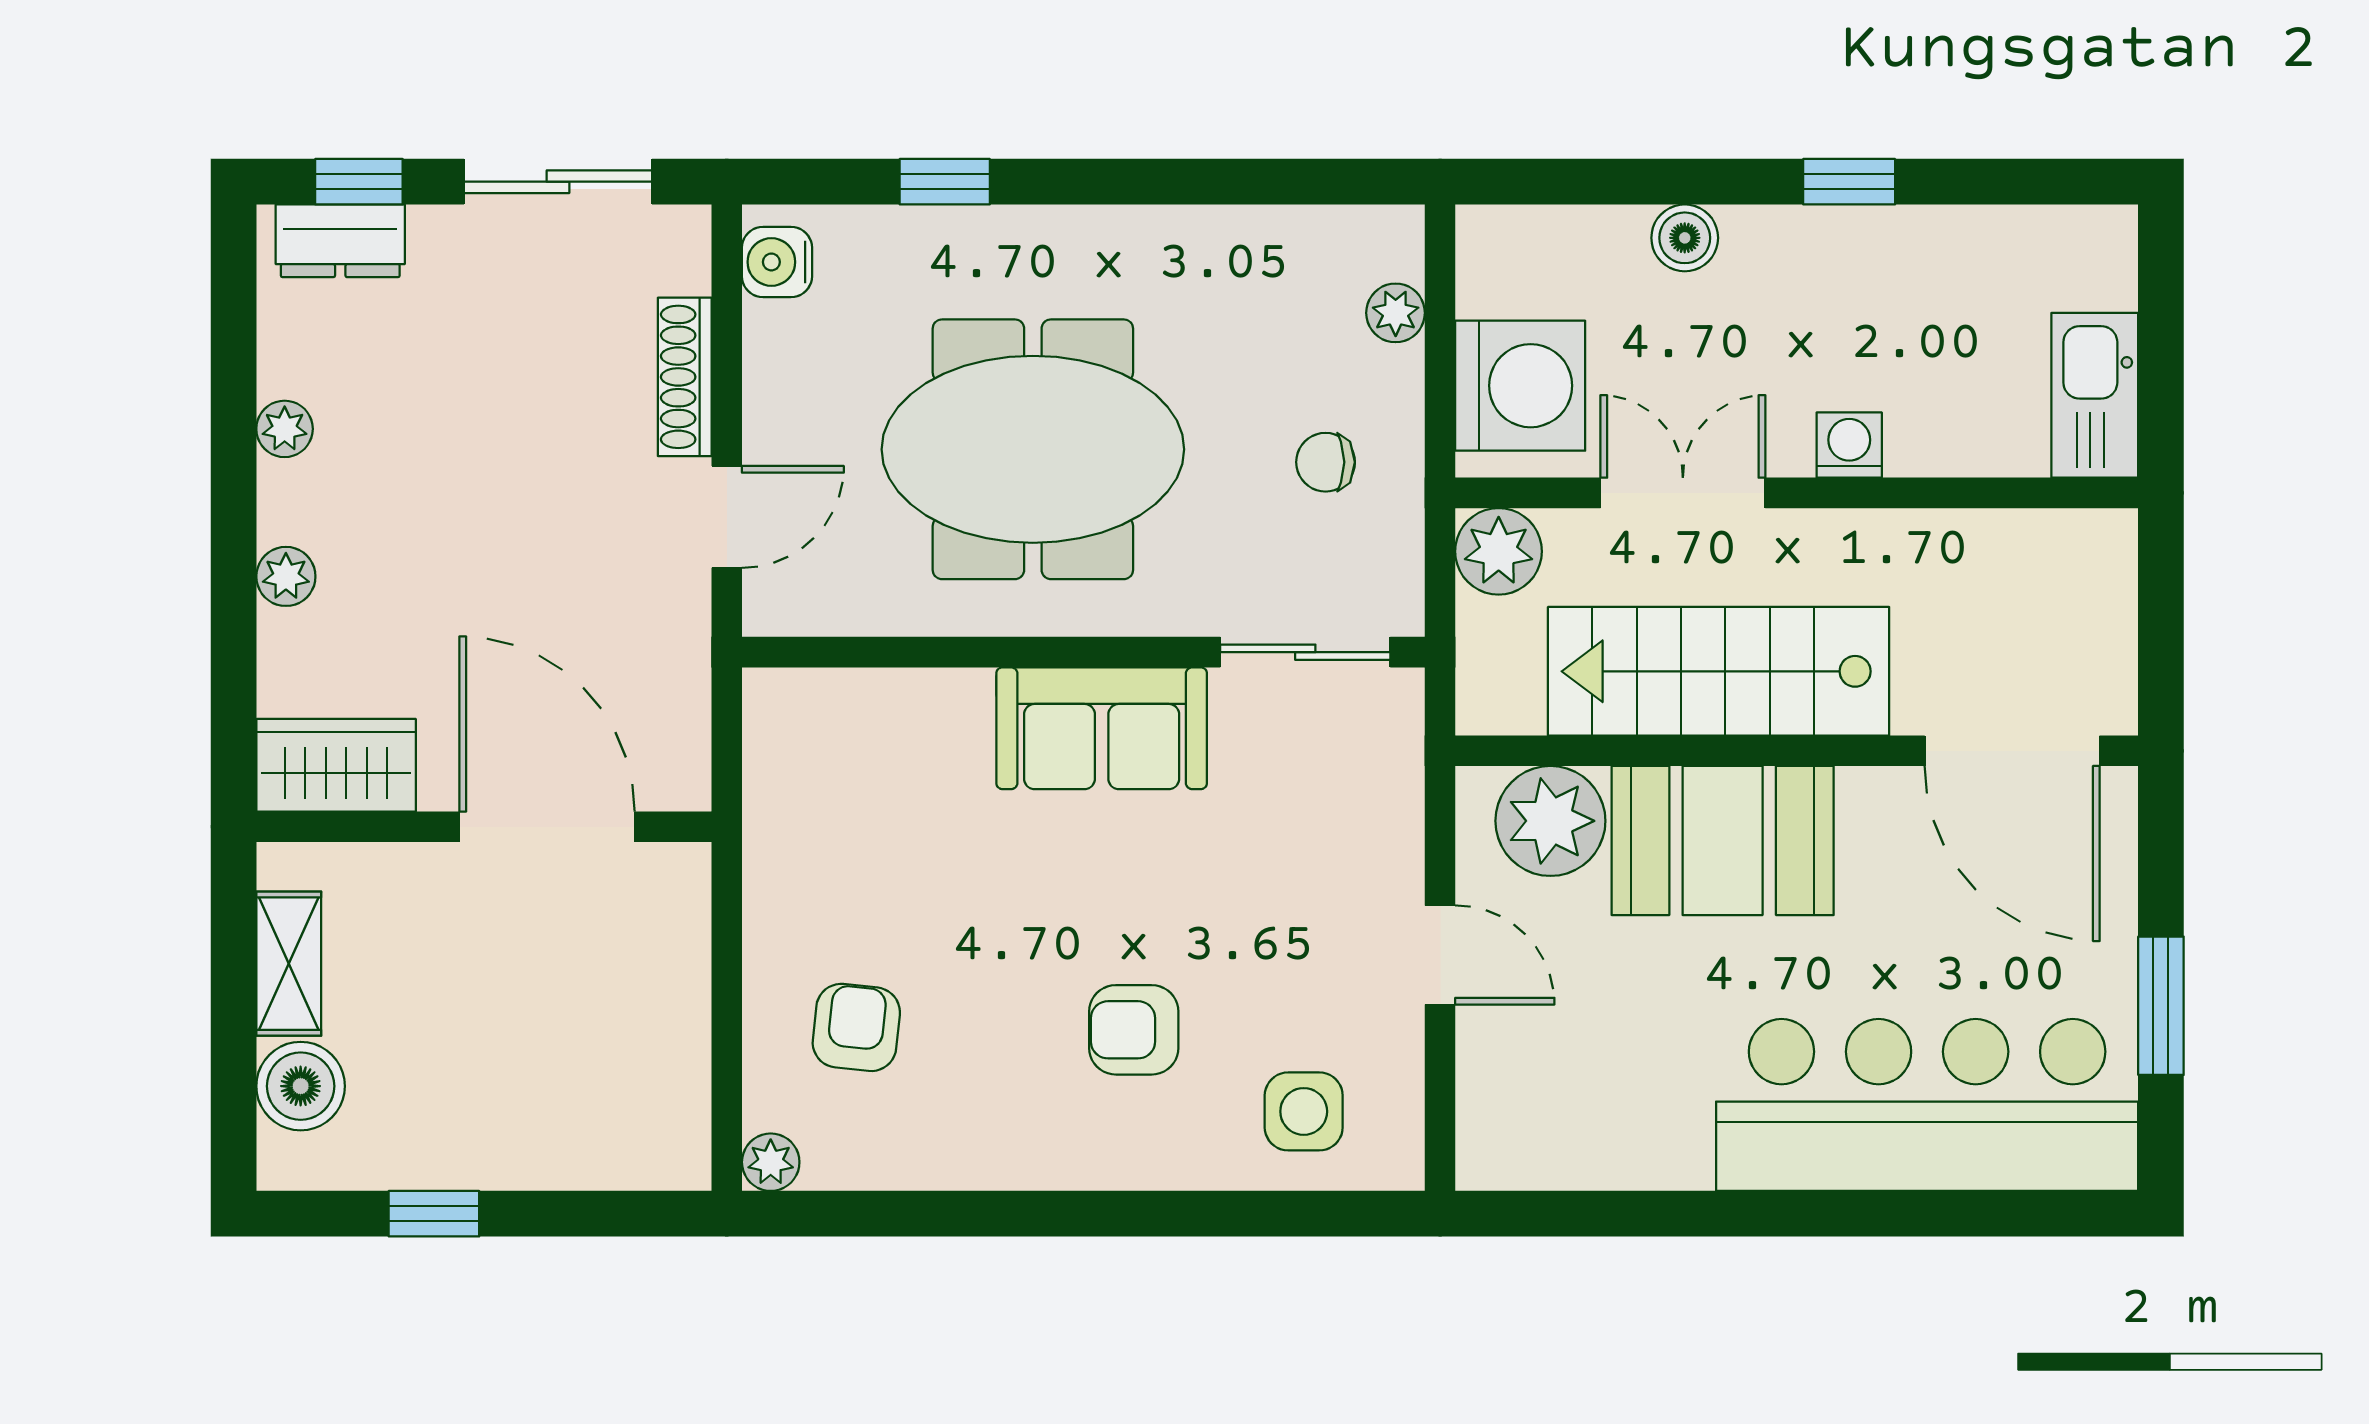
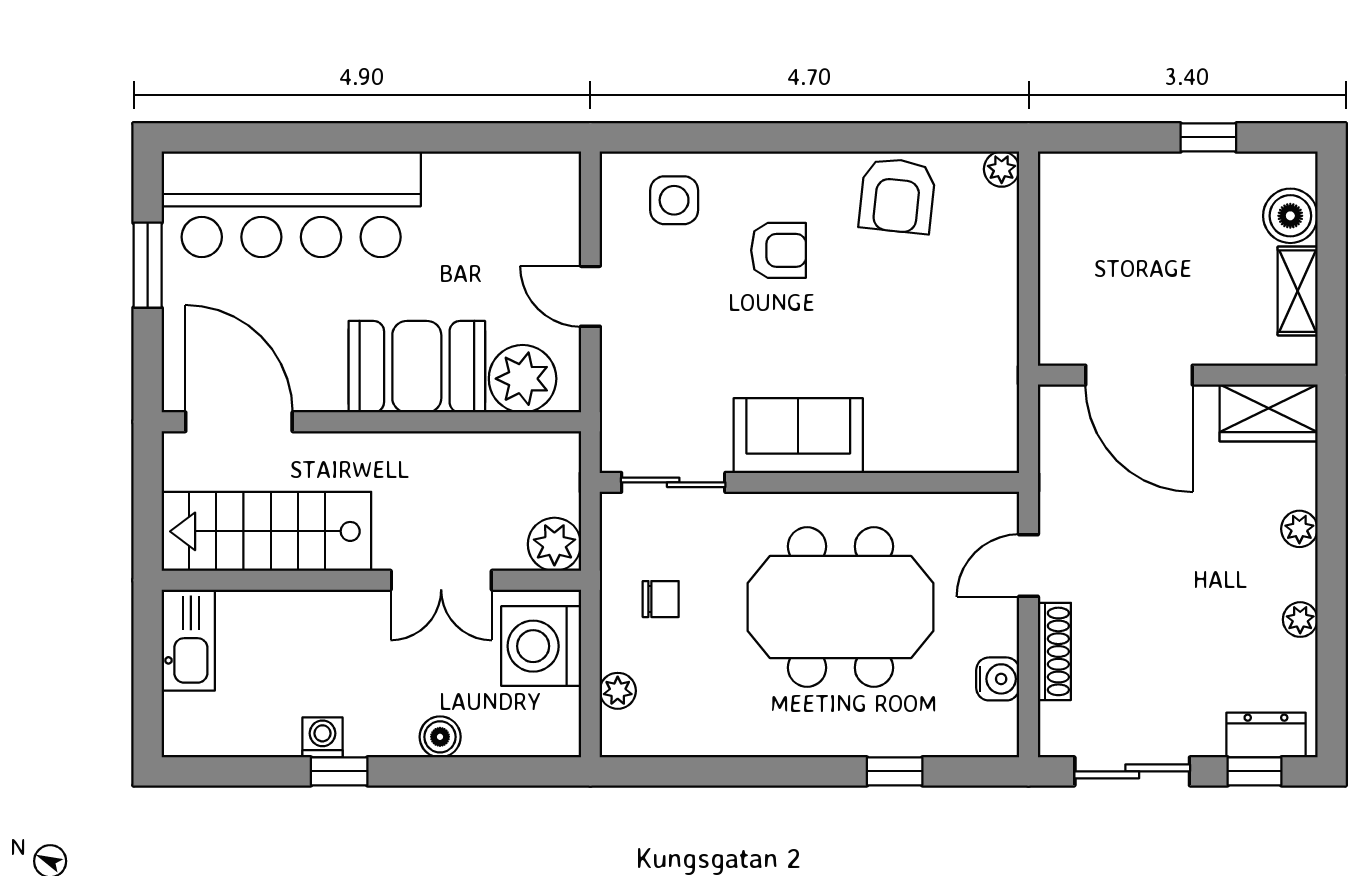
water cooler: (777, 262) -> (998, 679), moved
washing machine: (1849, 445) -> (322, 737), moved, turned 180
stairs: (1719, 671) -> (266, 531), moved, turned 180
armchair: (856, 1027) -> (897, 196), moved, width x1.38, depth x1.38

